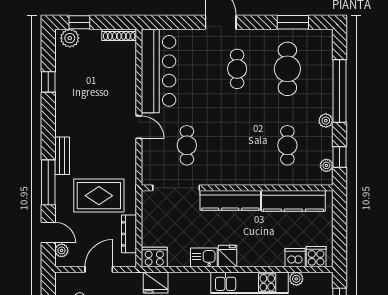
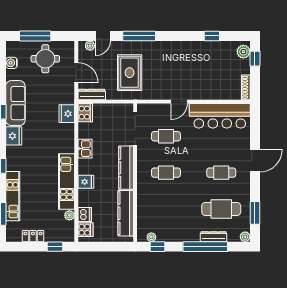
dresser: (326, 79) -> (214, 237), added
plant: (326, 121) -> (245, 237), moved
cafe table: (287, 145) -> (166, 173), moved
bench: (62, 156) -> (158, 46), removed
dresser: (129, 234) -> (92, 94), moved
fridge: (228, 256) -> (86, 182), moved

